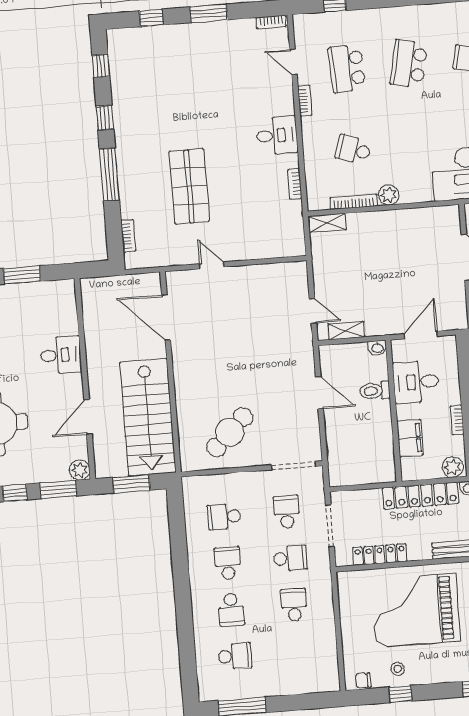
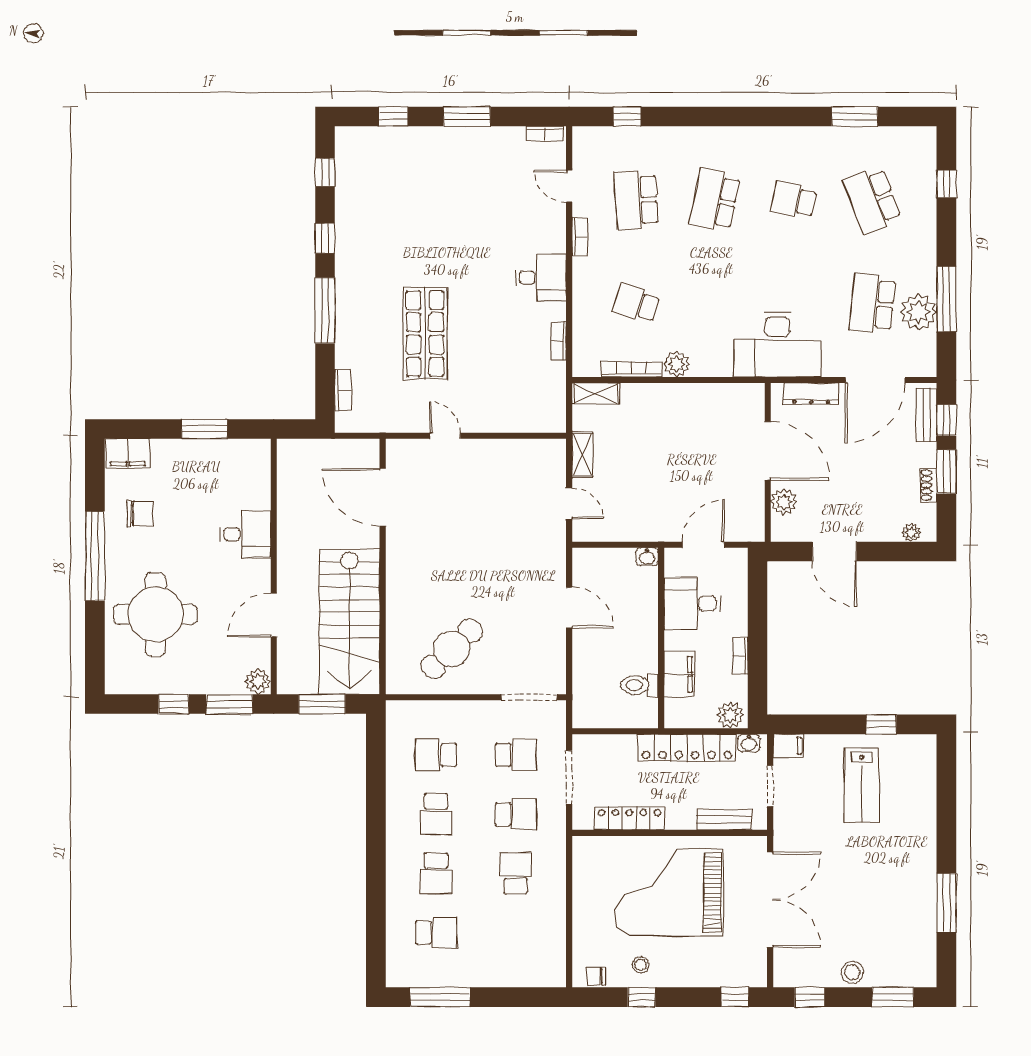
shelving: (346, 330) -> (582, 454), moved, turned 90
toilet: (375, 391) -> (640, 685), moved
school desk: (287, 512) -> (516, 755), turned 90
school desk: (228, 563) -> (436, 814), turned 180

